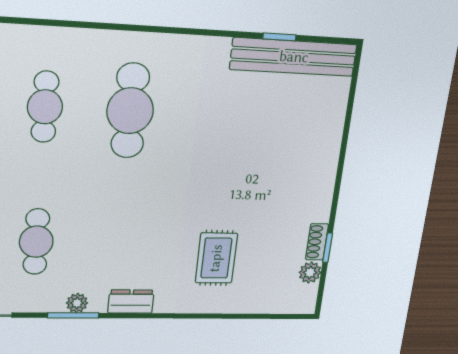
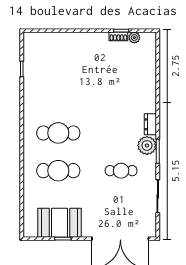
bench: (294, 57) -> (30, 61), removed
cafe table: (45, 107) -> (58, 171), width x1.37, depth x1.35
rug: (216, 258) -> (128, 85), removed
plant: (77, 303) -> (147, 145), width x1.88, depth x1.88

